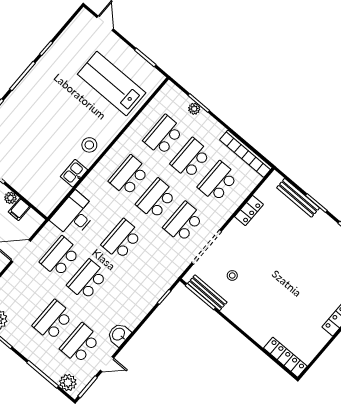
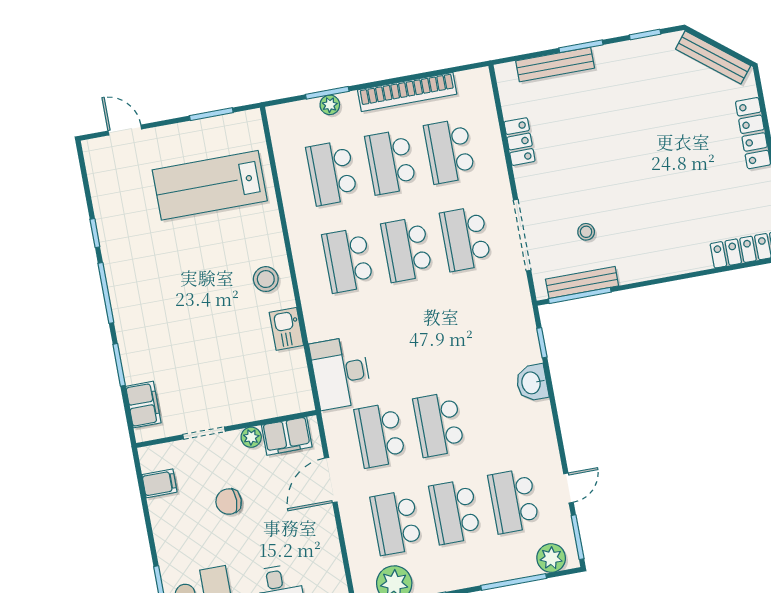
bookcase: (246, 154) -> (407, 92), moved
filing cabinet: (19, 209) -> (287, 436), width x2.00
school desk: (122, 240) -> (396, 523), moved
washbasin: (119, 334) -> (532, 383), moved

